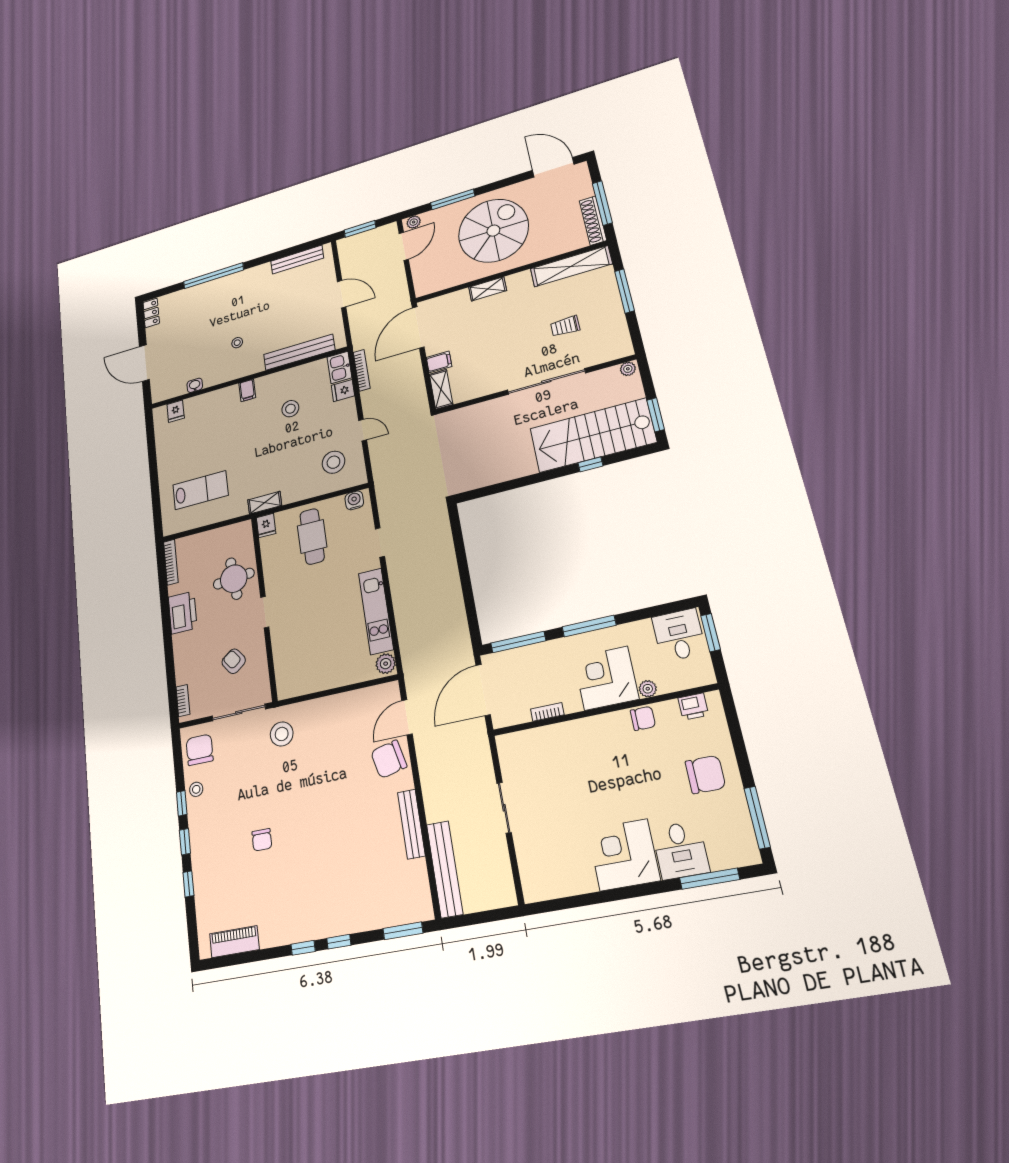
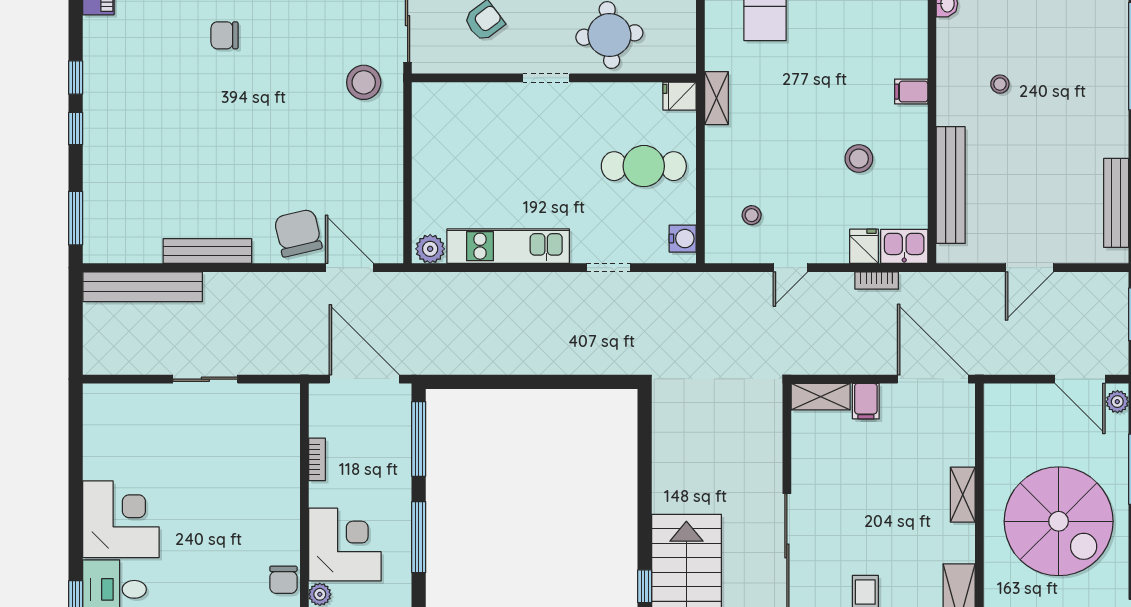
bookcase: (362, 370) -> (877, 280), width x0.64
stool: (333, 462) -> (752, 215), width x0.53, depth x0.53

